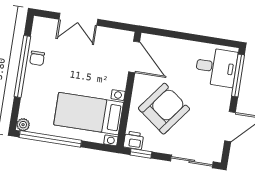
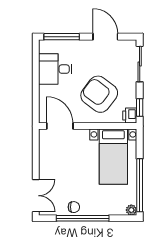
double door: (78, 19) -> (36, 196), moved
door: (134, 57) -> (60, 126), hinge flipped
desk: (216, 67) -> (55, 69), moved, turned -90

